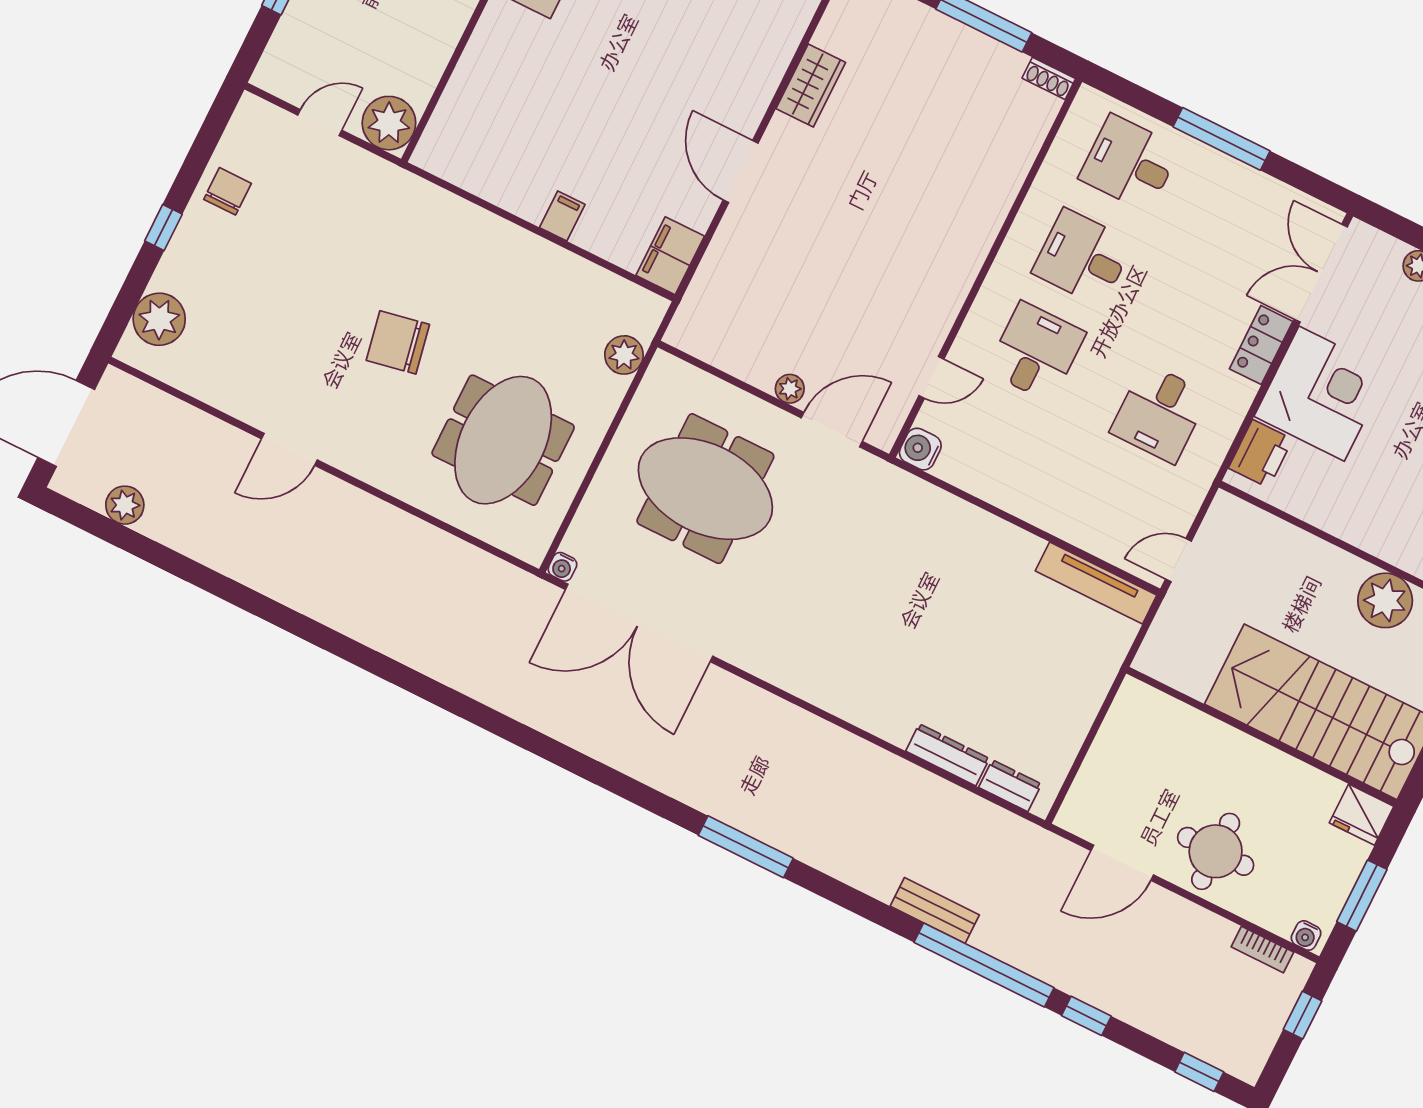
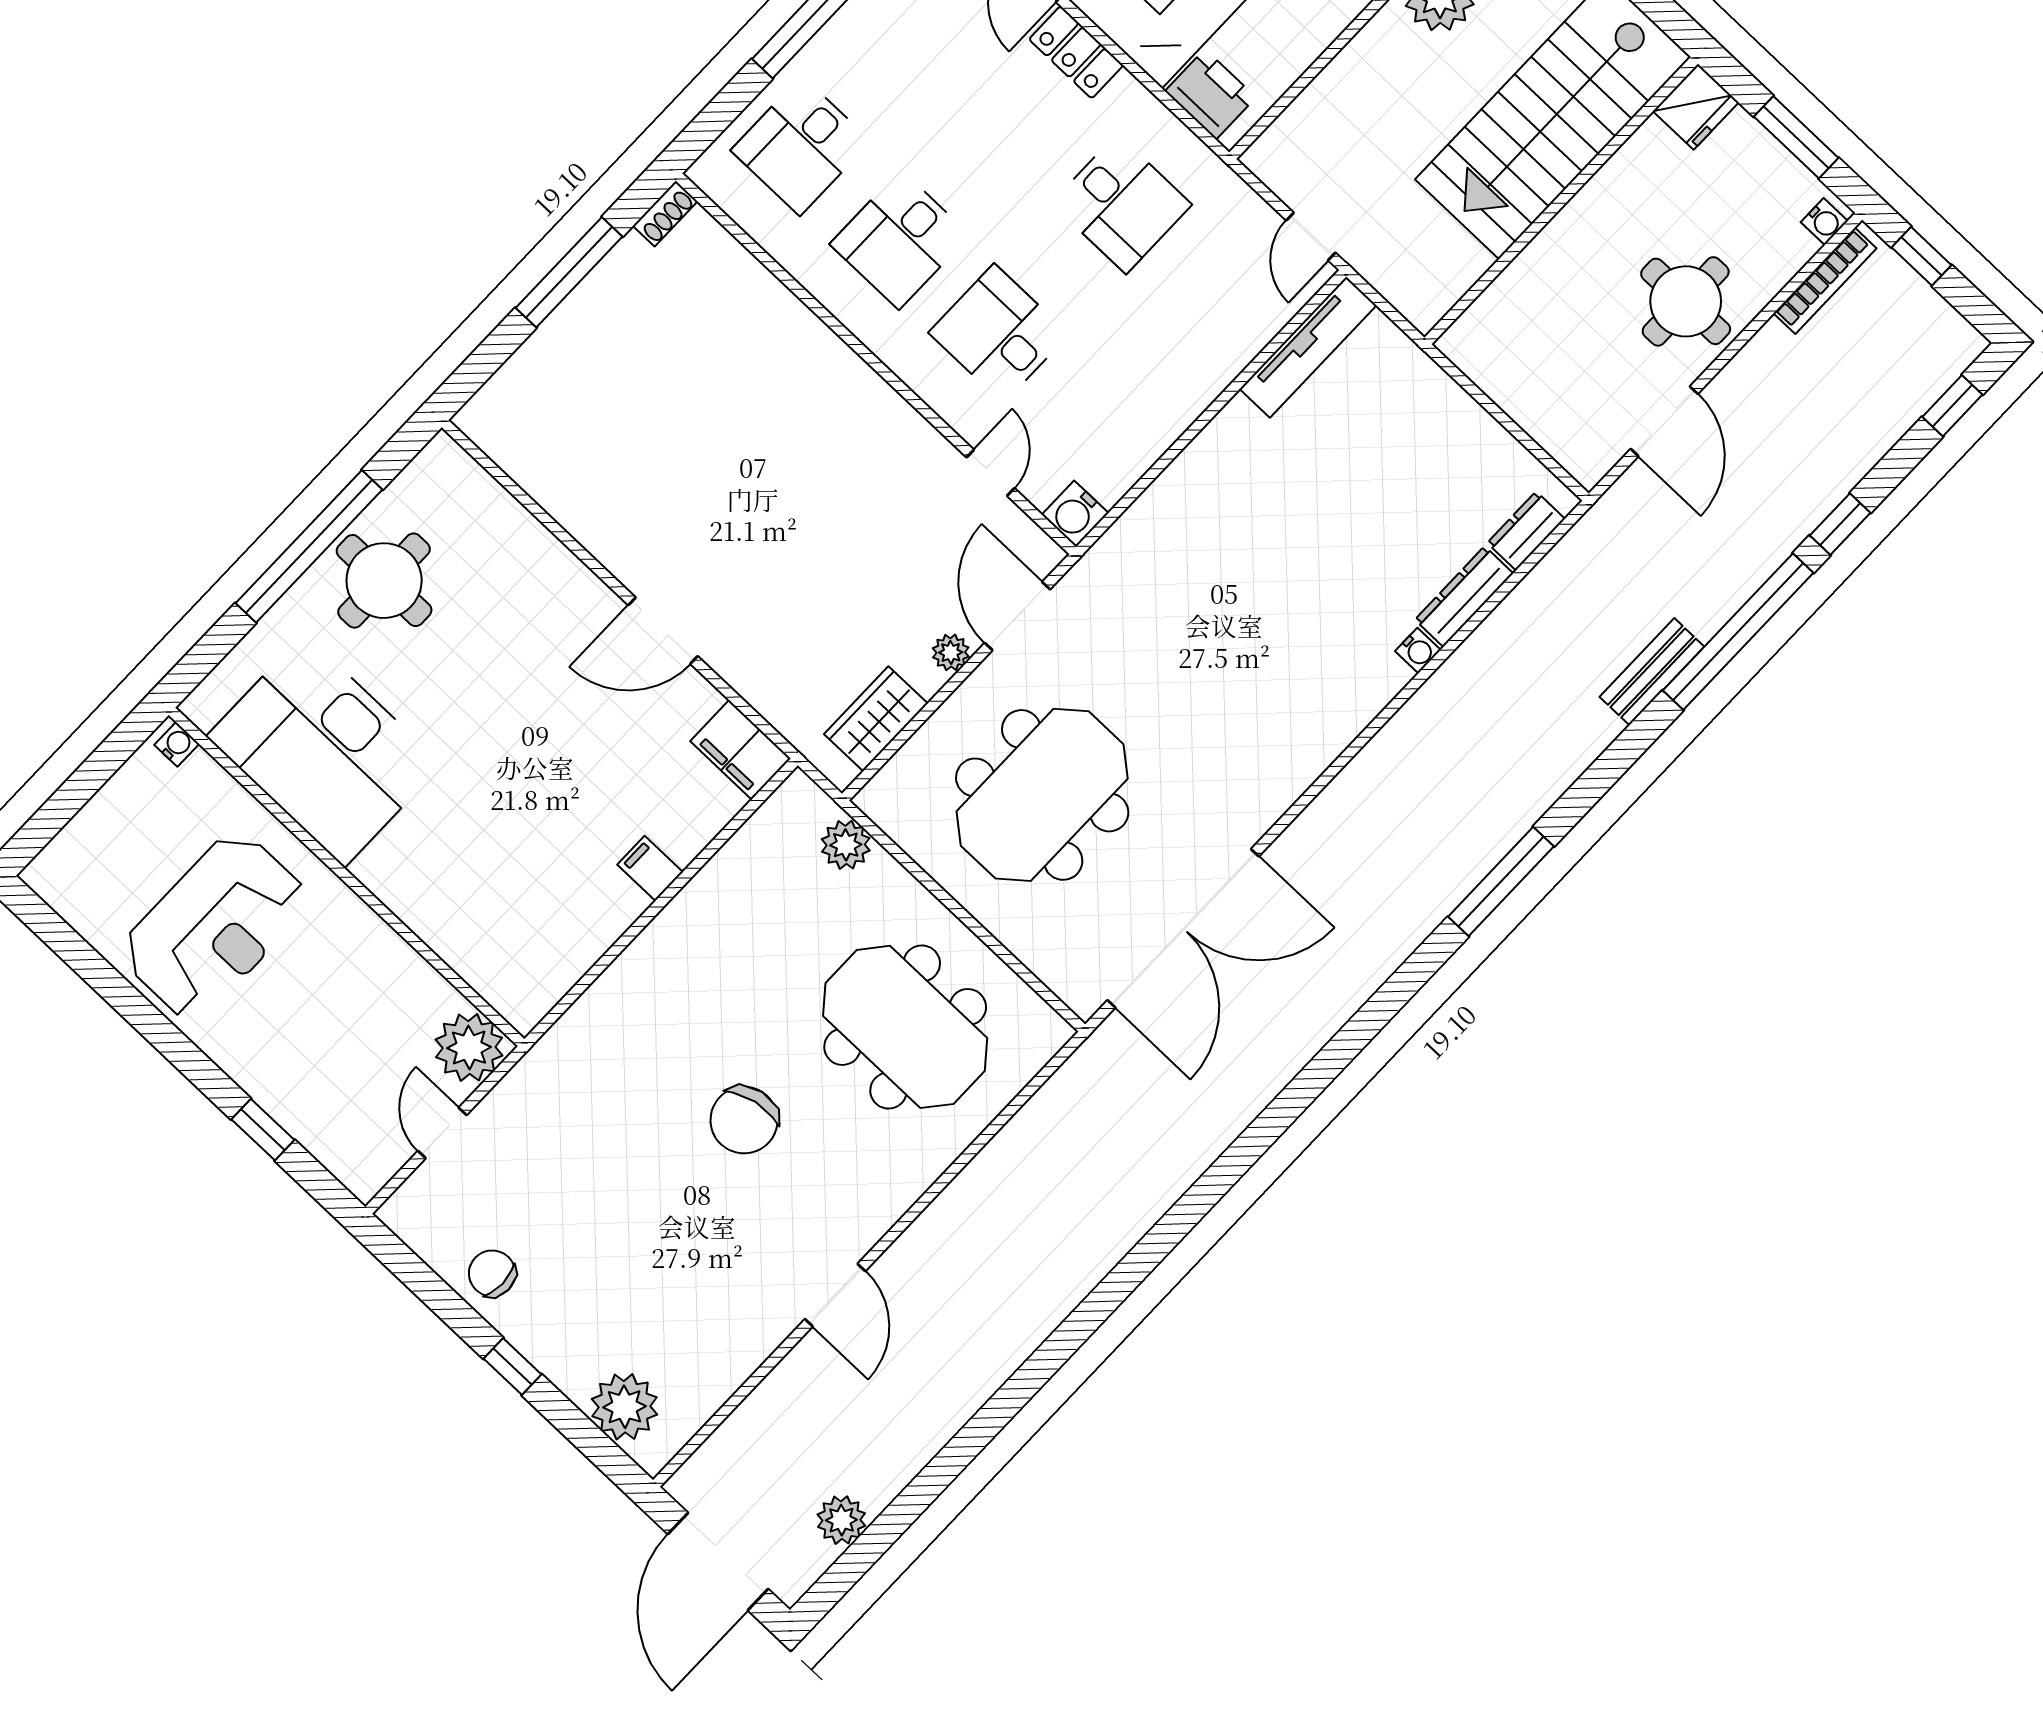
wardrobe: (811, 85) -> (876, 719), moved, turned -90
water cooler: (562, 567) -> (1418, 651), moved
bookcase: (1262, 949) -> (1825, 281), width x1.56

